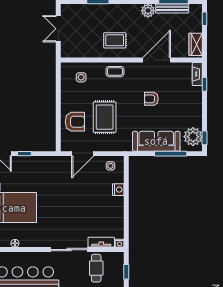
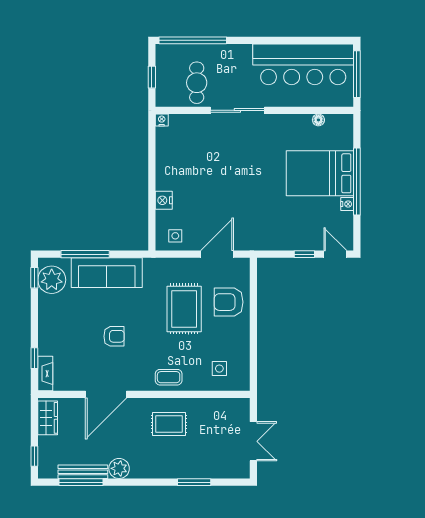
tv unit: (101, 242) -> (189, 122), removed

